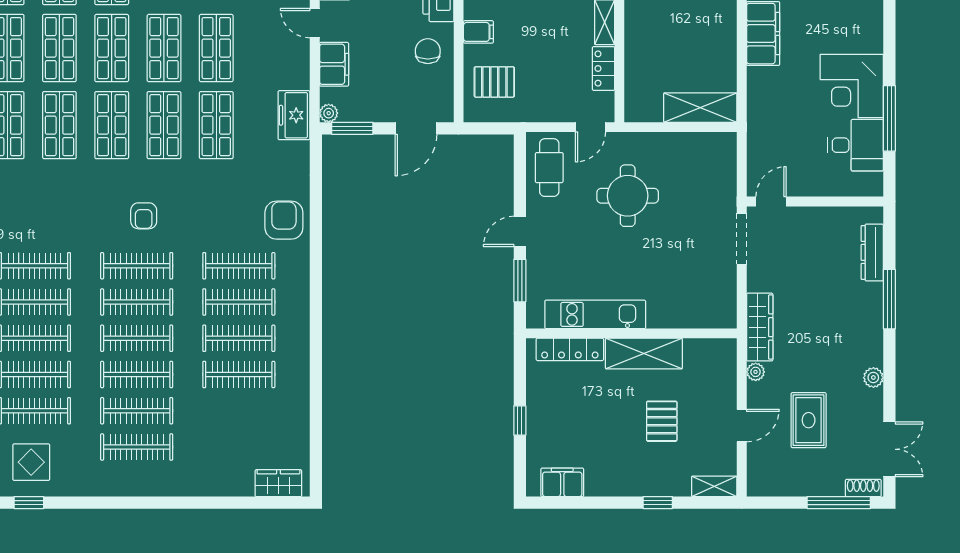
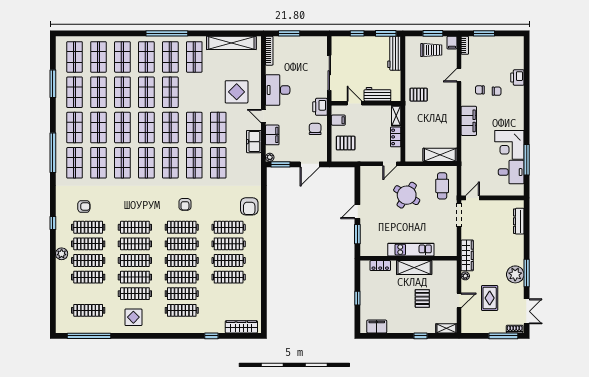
freezer: (294, 115) -> (254, 142), moved
cafe table: (549, 168) -> (442, 186), moved
round table: (628, 196) -> (407, 195), turned 32
armchair: (284, 220) -> (249, 206), turned 180
window: (889, 299) -> (527, 273), moved
kitchen unit: (595, 314) -> (411, 250), moved
locker: (570, 349) -> (380, 266), width x0.66
plant: (873, 378) -> (515, 274), width x1.87, depth x1.87
wardrobe: (278, 483) -> (241, 327), width x1.50
window: (29, 503) -> (211, 336), moved

